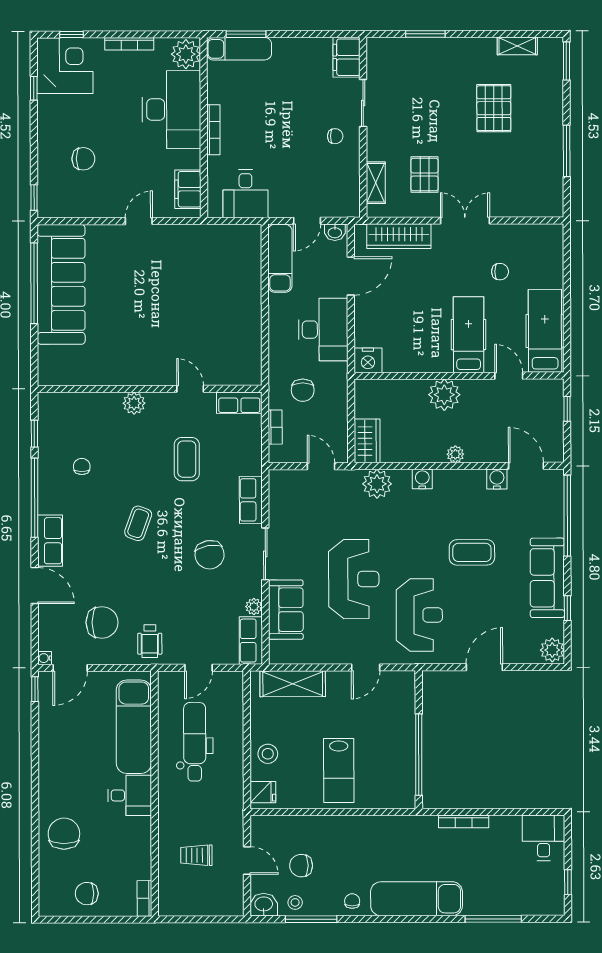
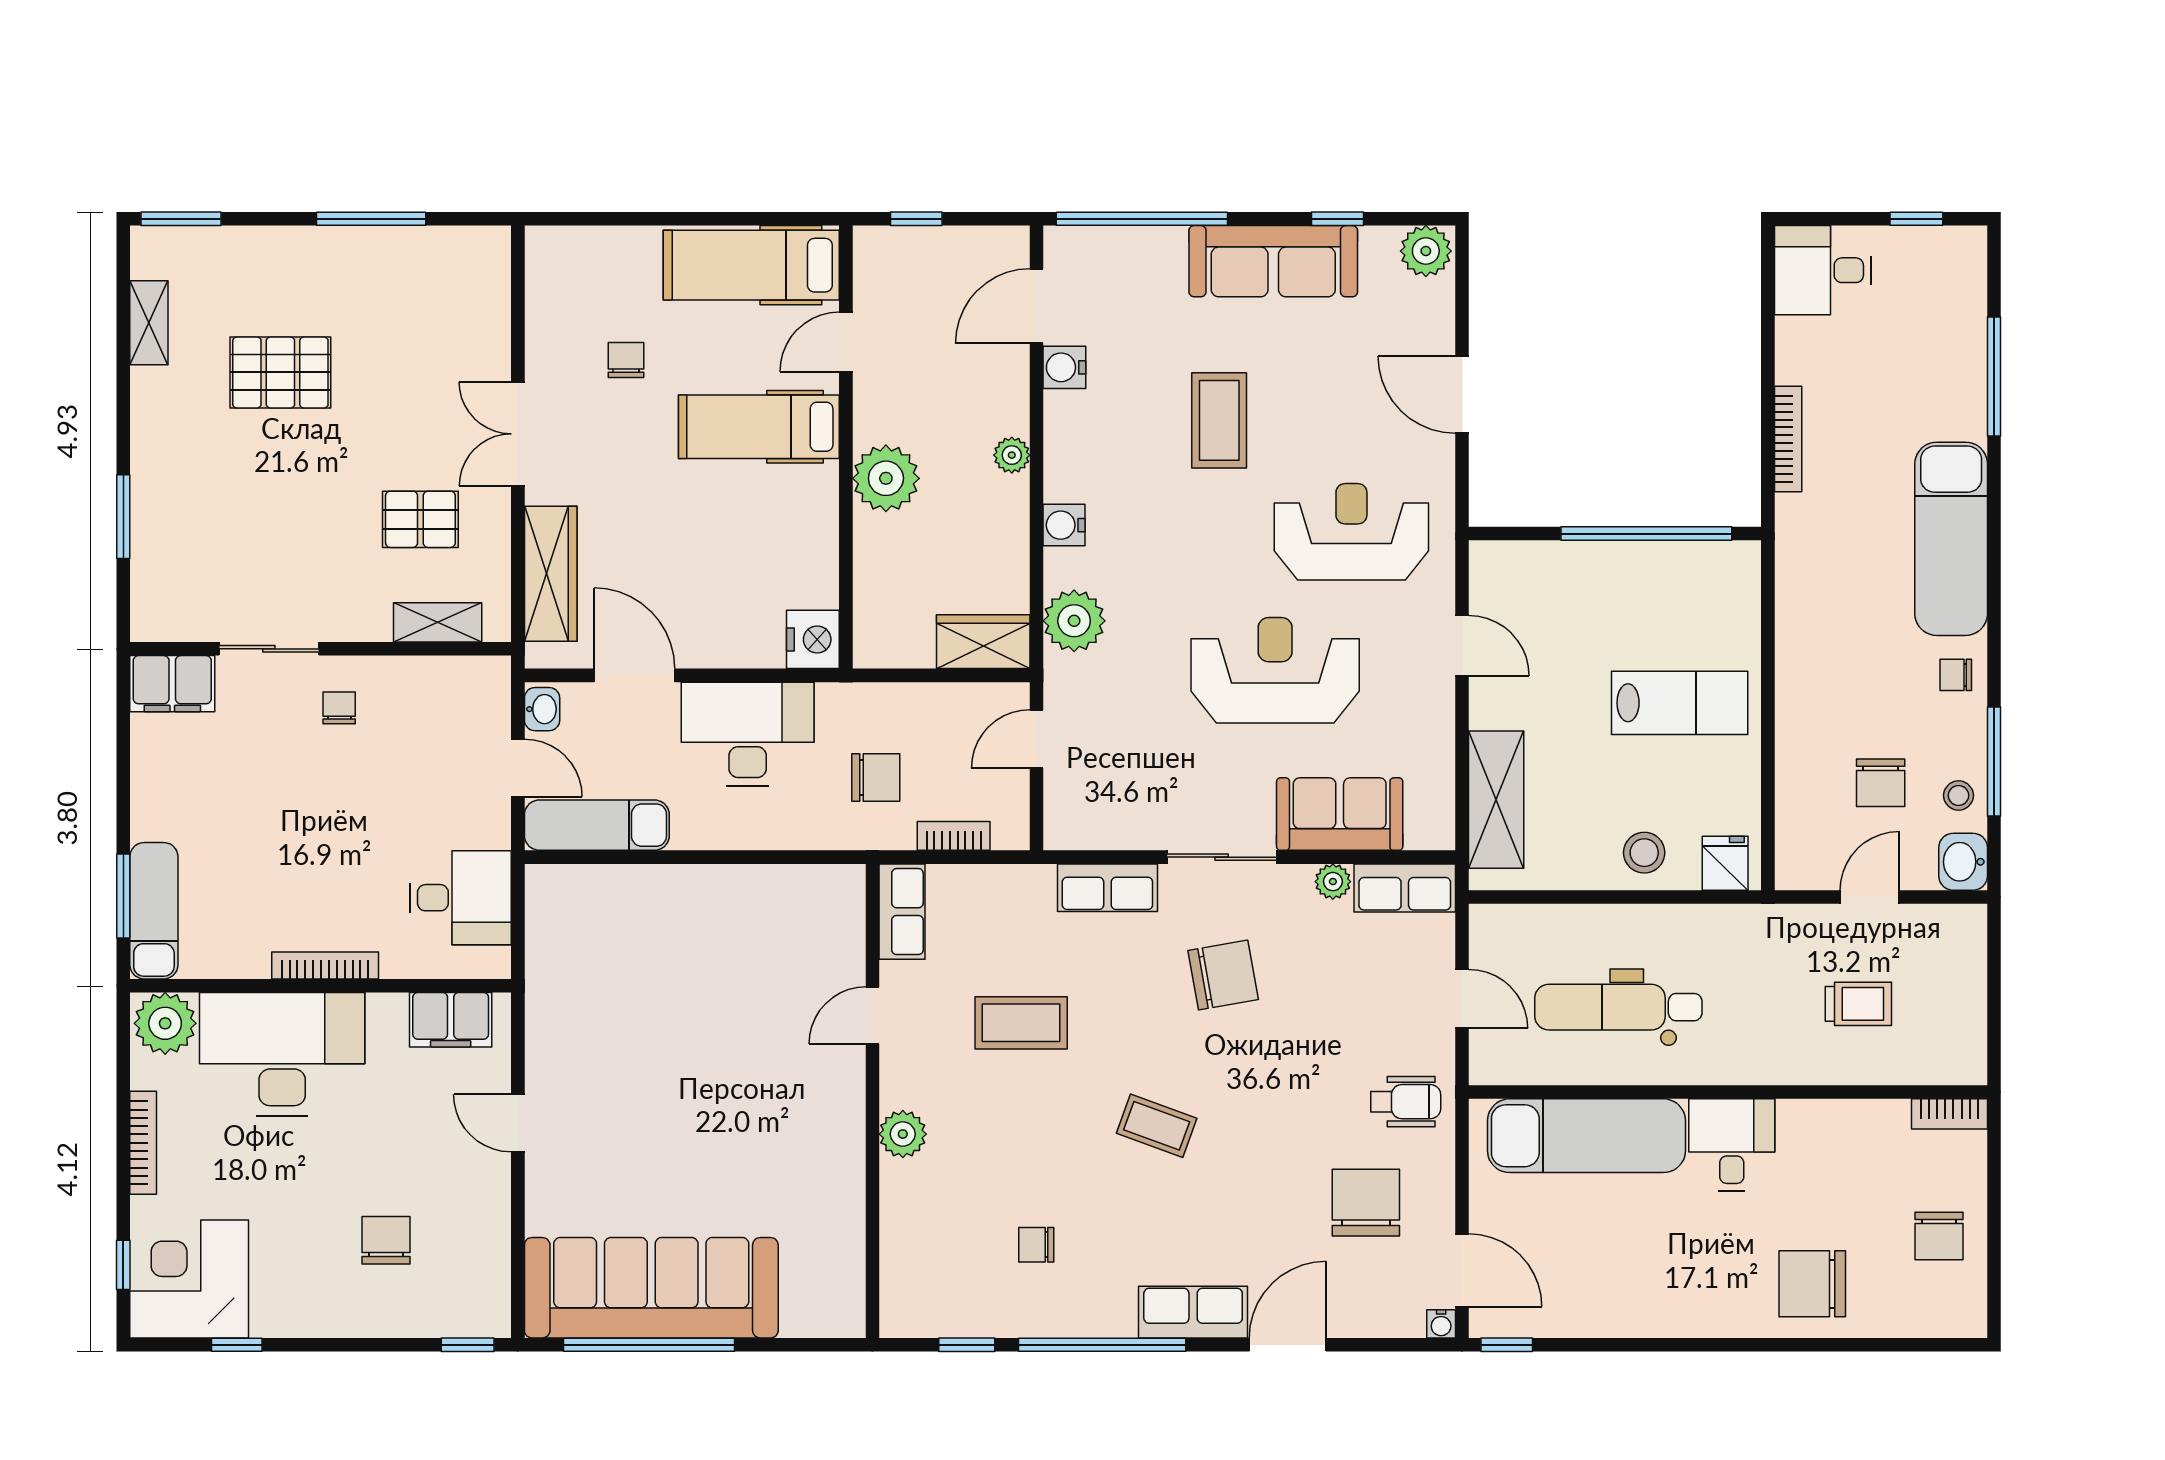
trolley: (196, 855) -> (1858, 1004), turned -90

